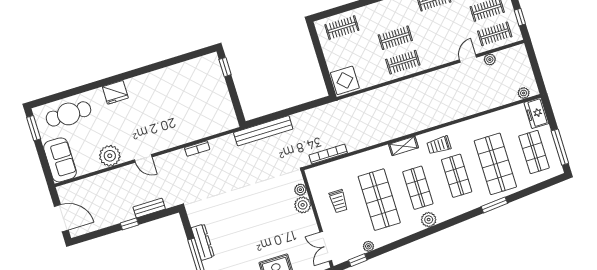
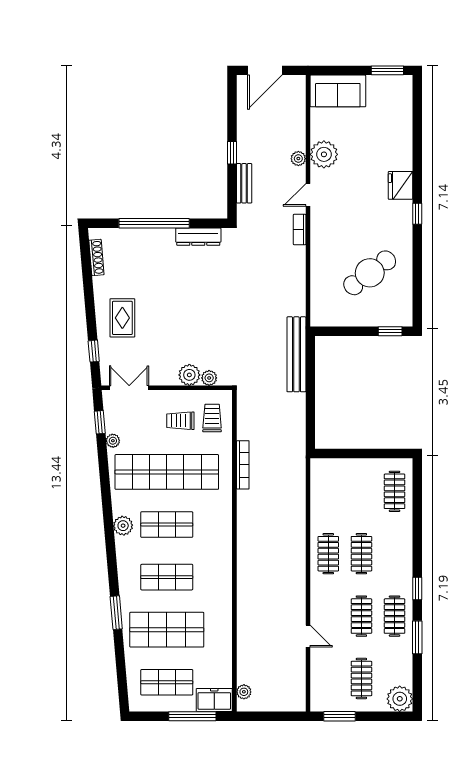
window: (520, 17) -> (339, 716), width x1.50
clothes rail: (495, 34) -> (361, 616), moved
plant: (490, 60) -> (298, 159), moved
window: (132, 74) -> (417, 214), added
display table: (345, 80) -> (328, 475), removed
cafe table: (69, 114) -> (370, 273), moved, turned 53
trolley: (439, 145) -> (212, 418), moved
shelving: (403, 146) -> (224, 523), removed
window: (560, 147) -> (192, 716), moved
bookcase: (197, 149) -> (300, 230), moved
bookcase: (328, 154) -> (243, 465), moved
shop shelf: (379, 200) -> (167, 472), width x1.40
dresser: (203, 242) -> (198, 237), moved

